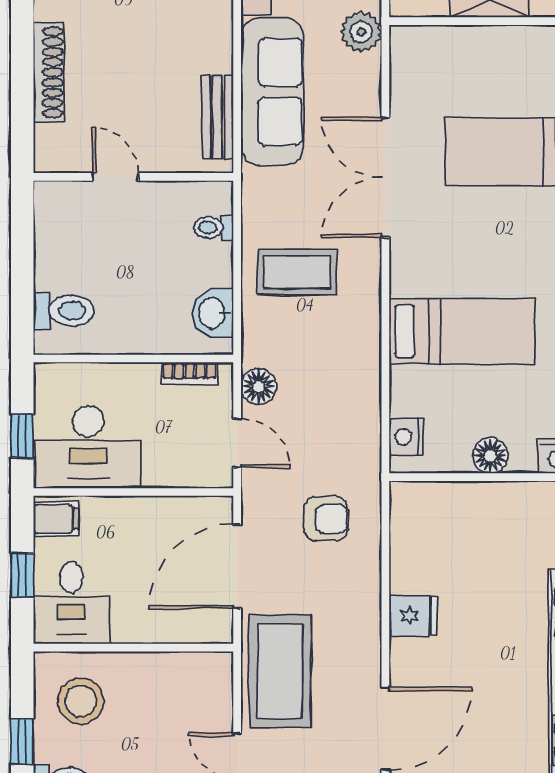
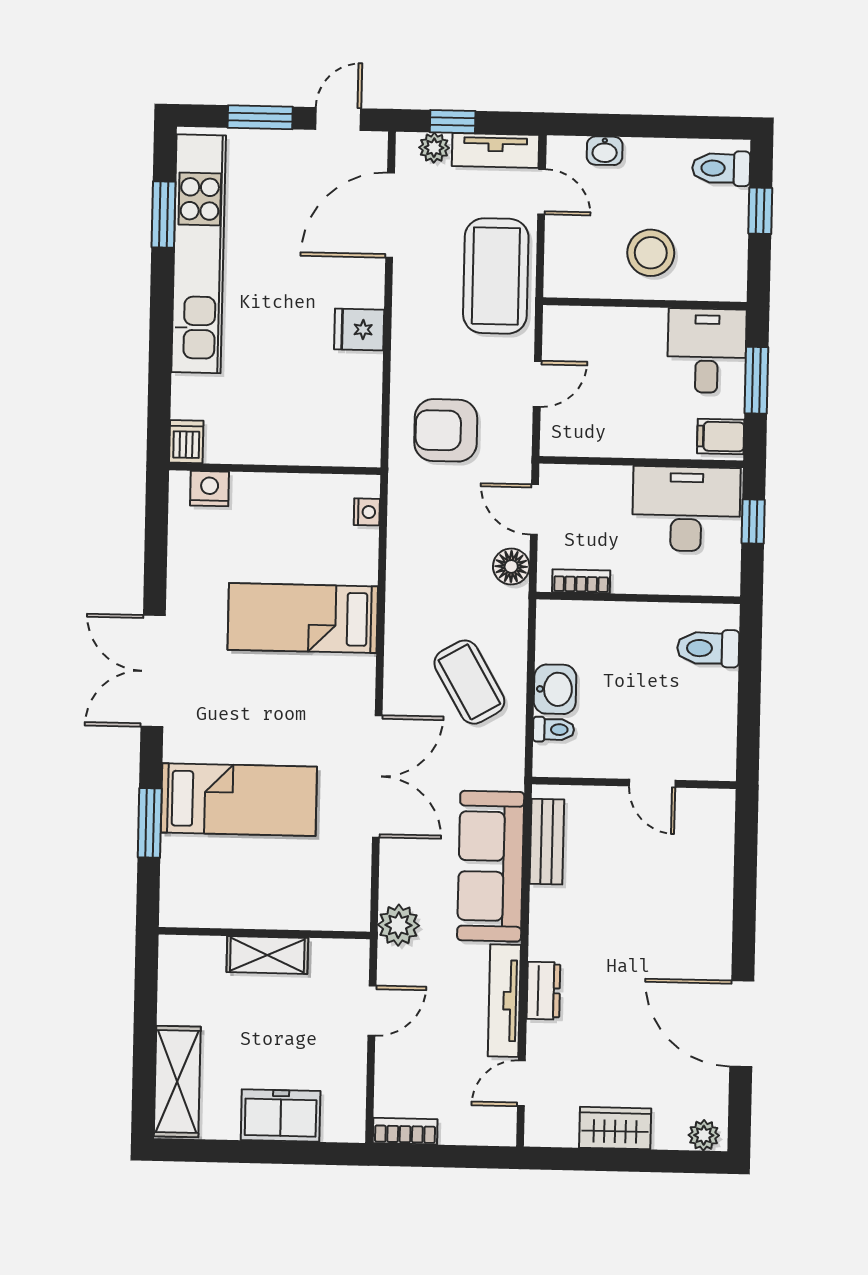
shoe rack: (49, 72) -> (718, 891), removed
coffee table: (297, 272) -> (469, 682), turned 60
washbasin: (213, 313) -> (555, 689), moved
nightstand: (406, 437) -> (367, 512), width x0.72, depth x0.74
floor lamp: (490, 456) -> (277, 491), removed
armchair: (326, 519) -> (446, 430), width x1.38, depth x1.38
door: (237, 566) -> (537, 384), width x0.53
window: (22, 575) -> (756, 380), width x1.50
stool: (81, 701) -> (651, 253), moved

